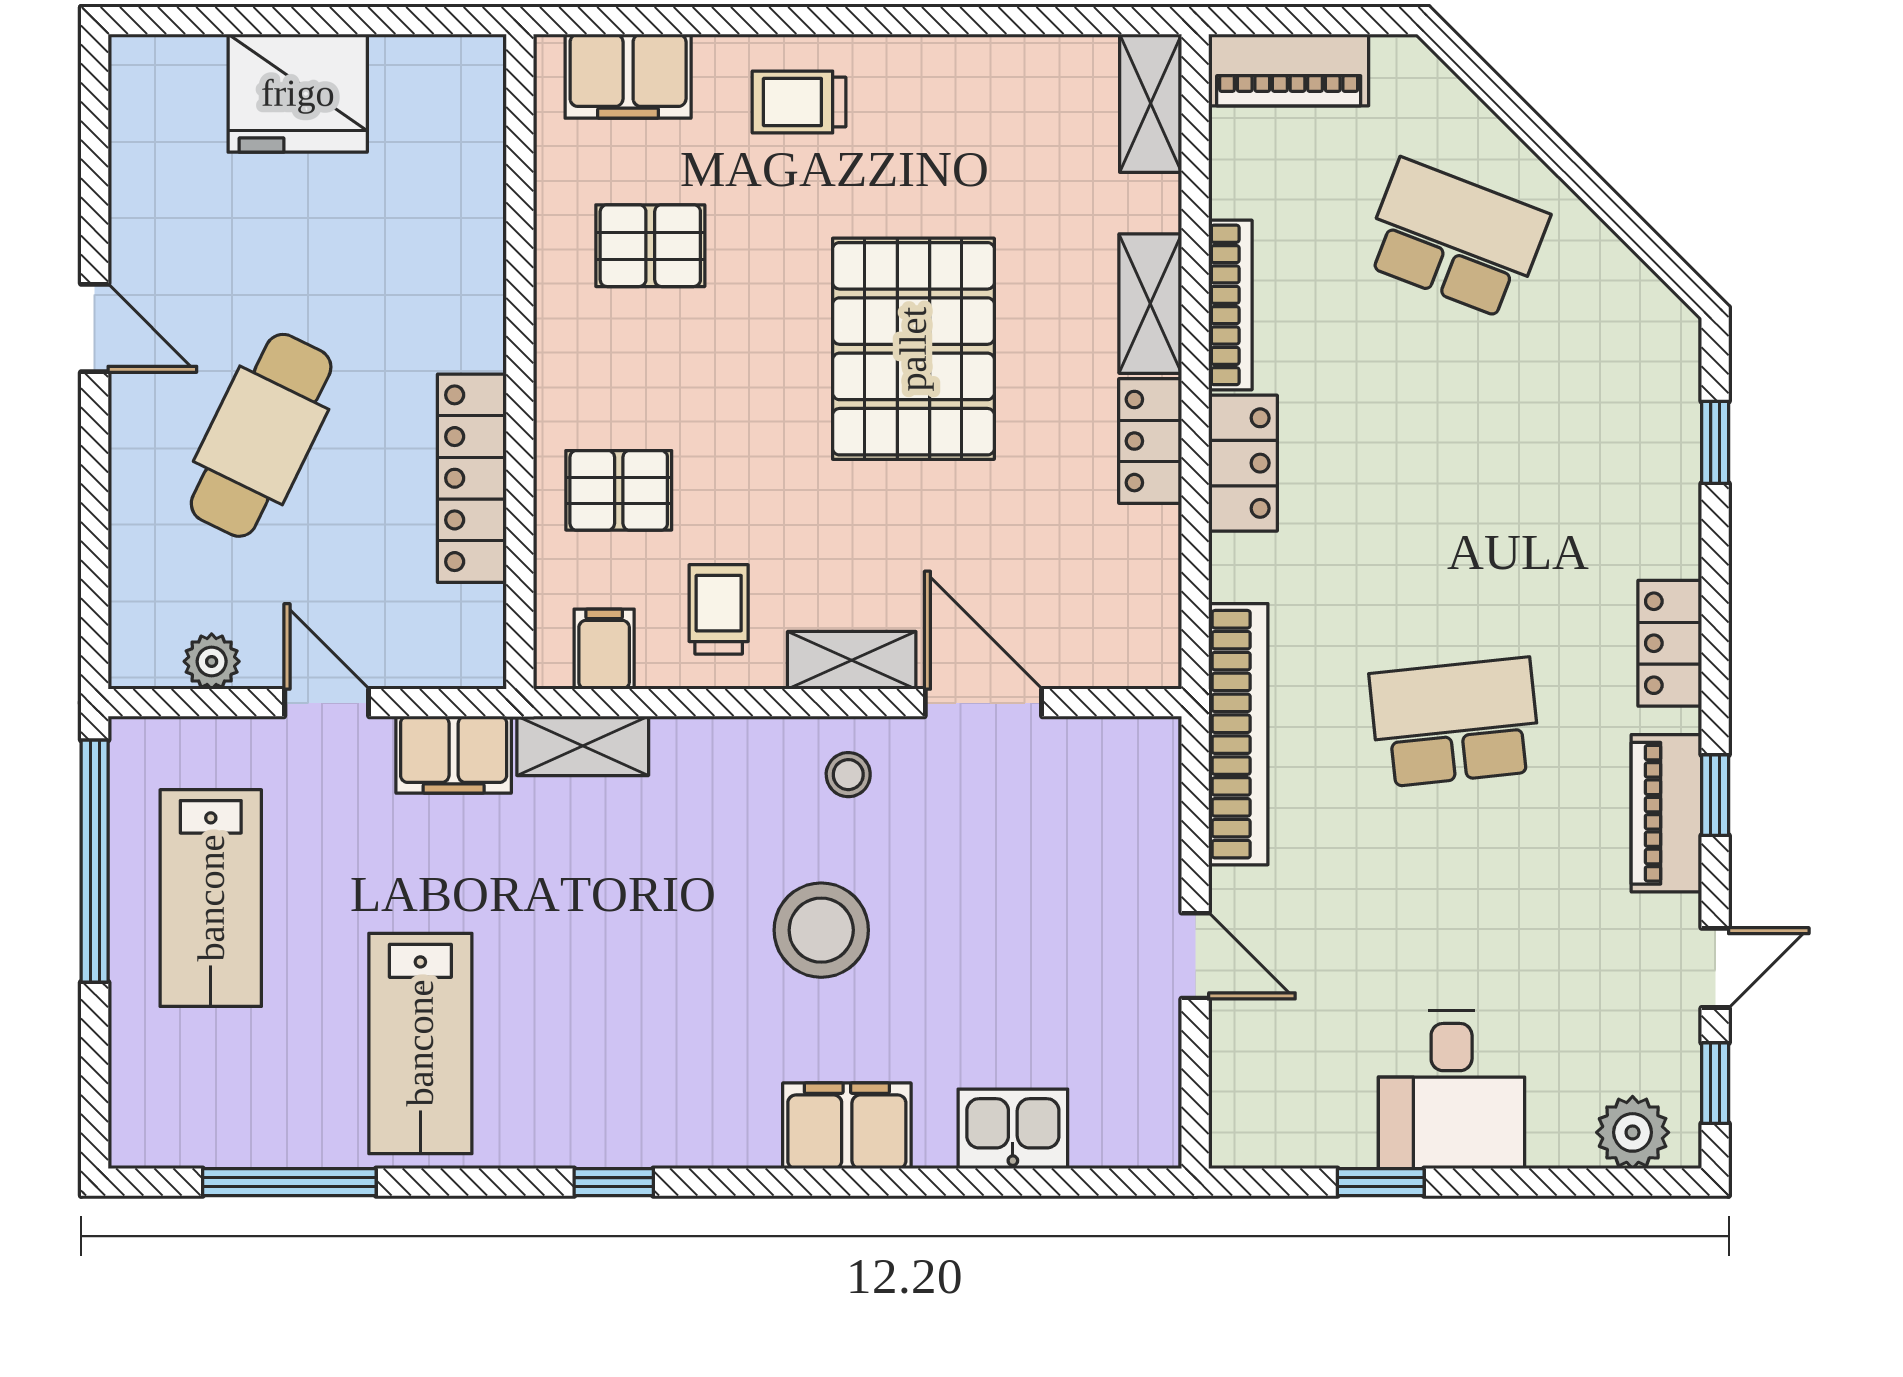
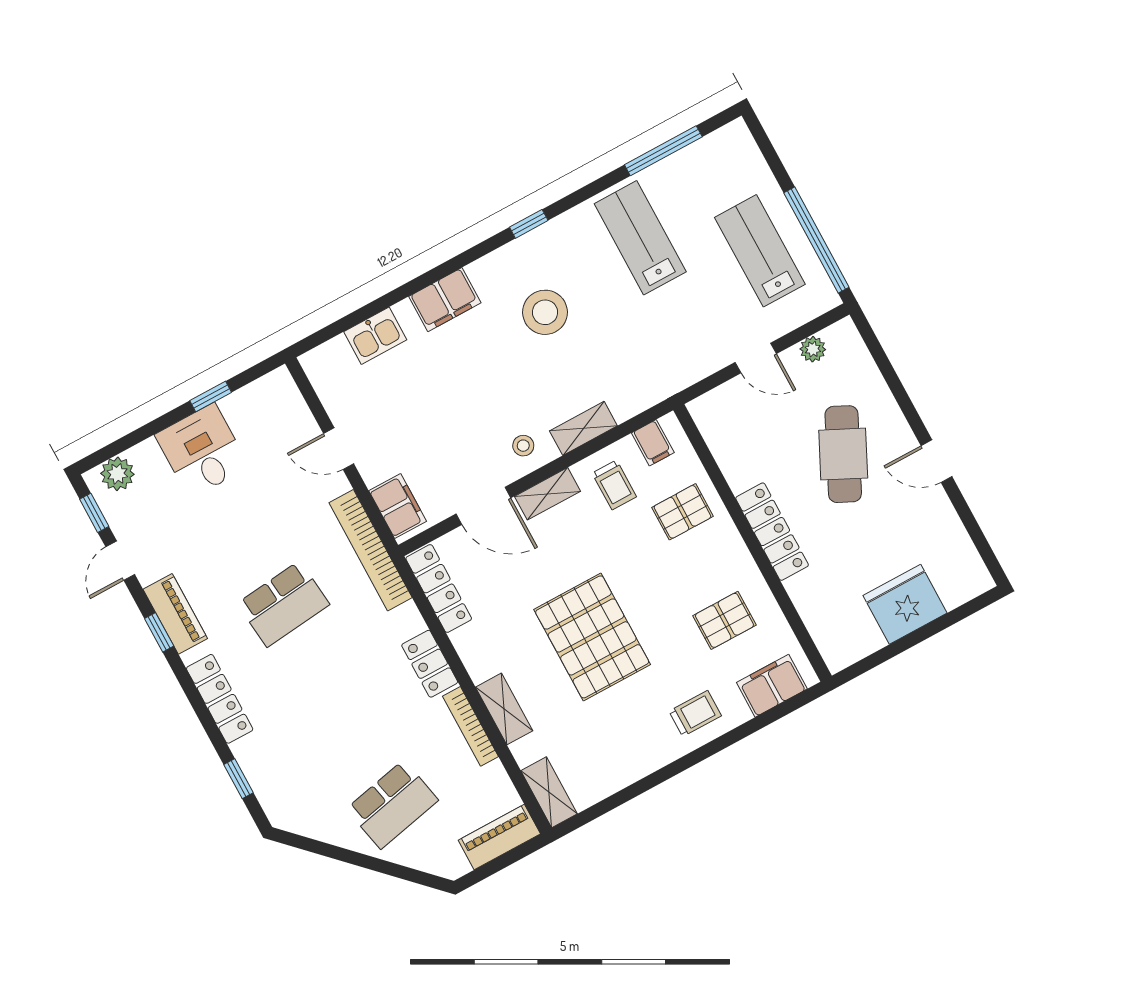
school desk: (1455, 239) -> (392, 805), turned -33
locker: (1150, 441) -> (439, 588), moved, width x1.53
locker: (472, 478) -> (772, 532), moved
locker: (1670, 643) -> (220, 699), width x1.53
shelving: (583, 746) -> (583, 428), moved
filing cabinet: (454, 755) -> (398, 506), moved, turned 90
stool: (821, 930) -> (545, 312), moved

